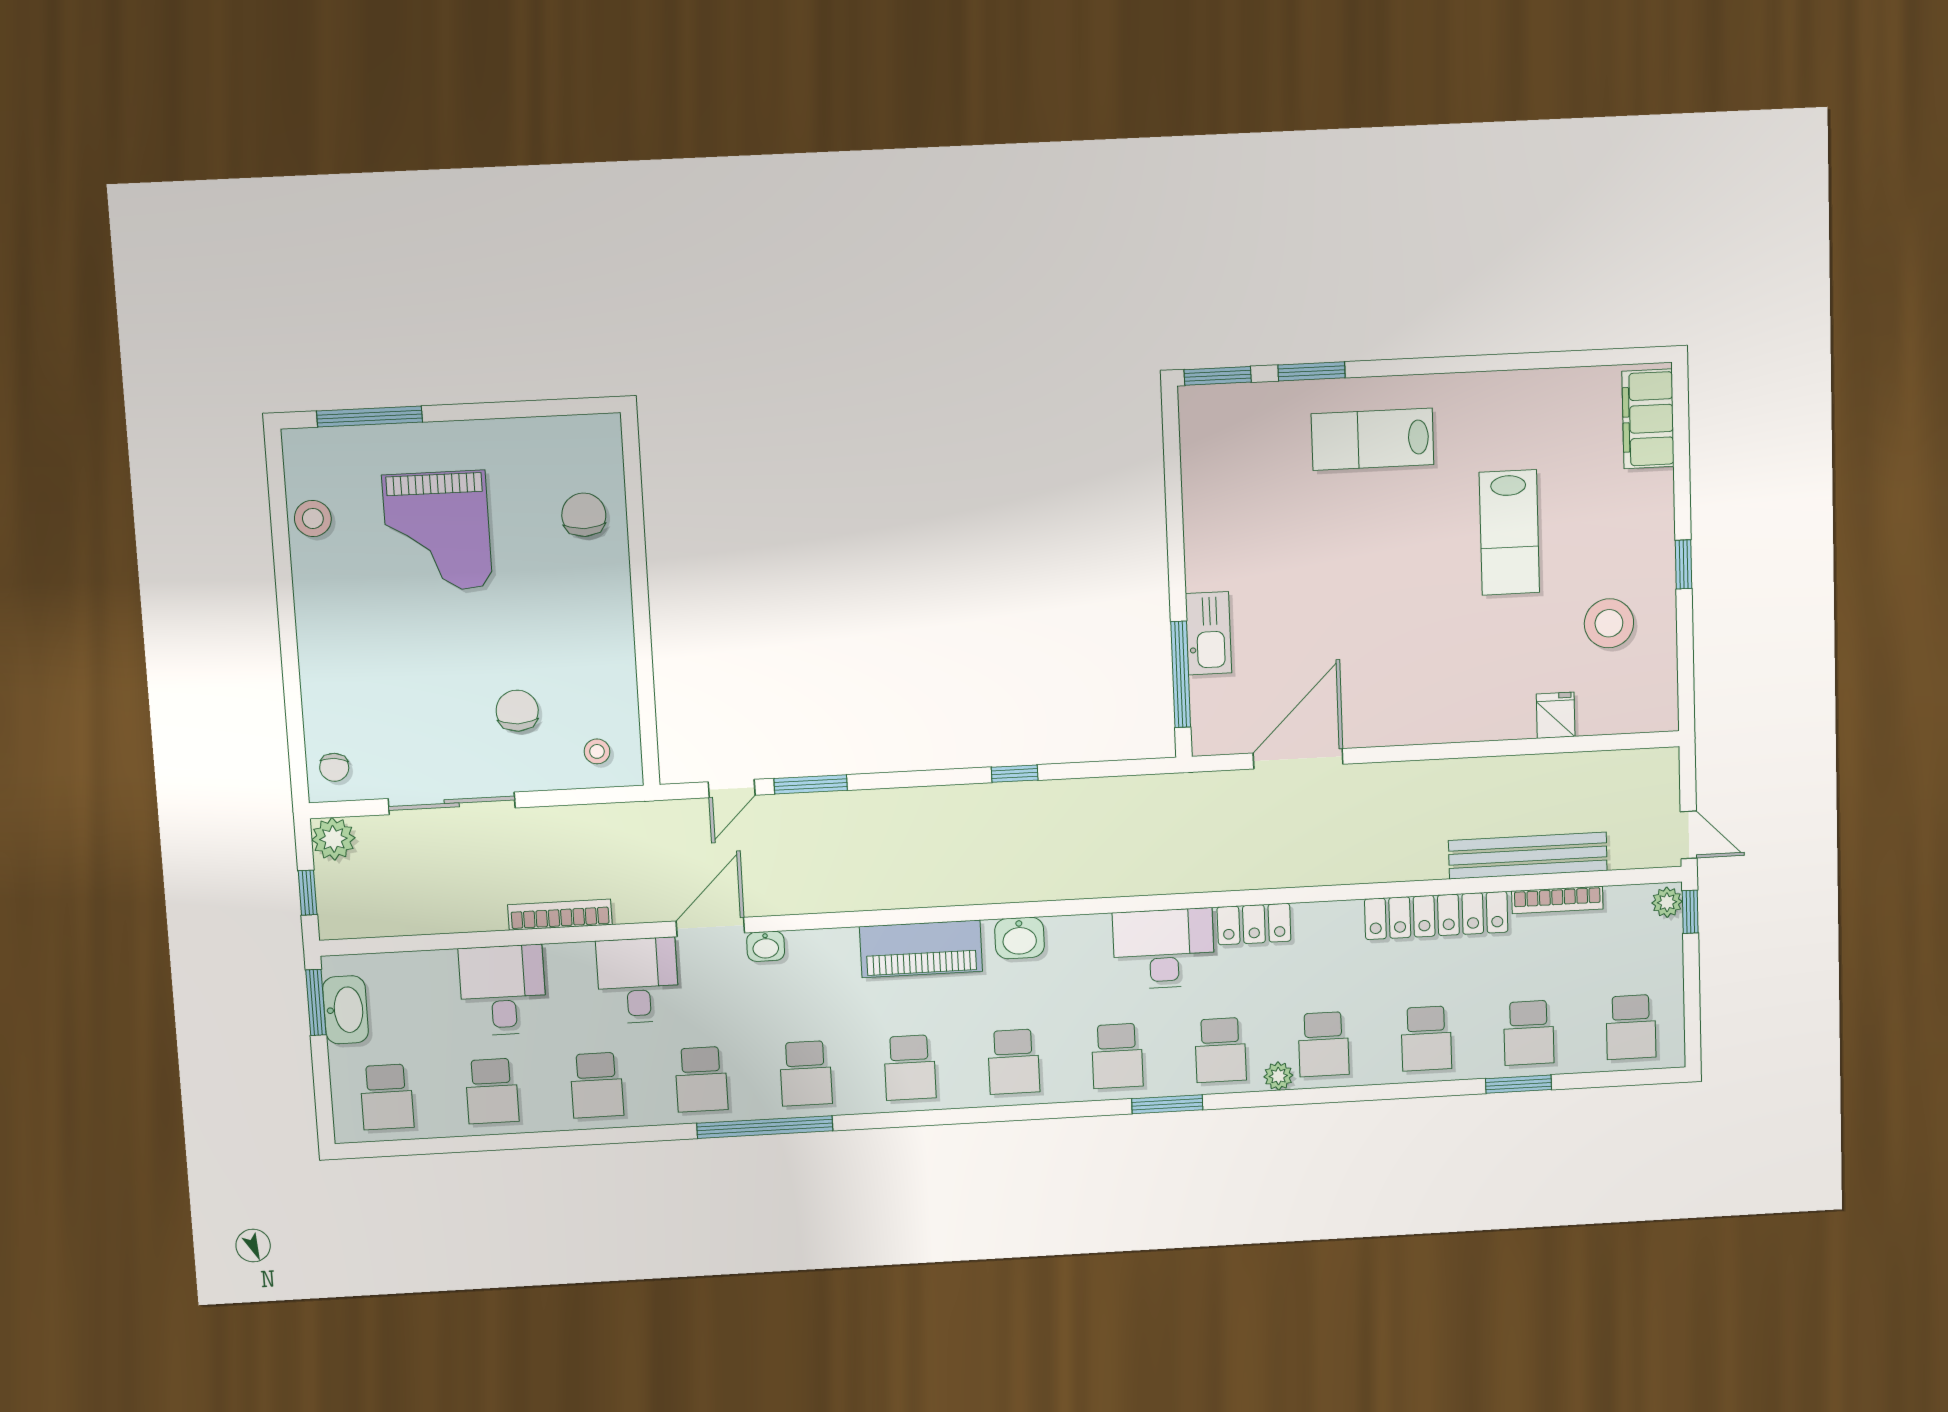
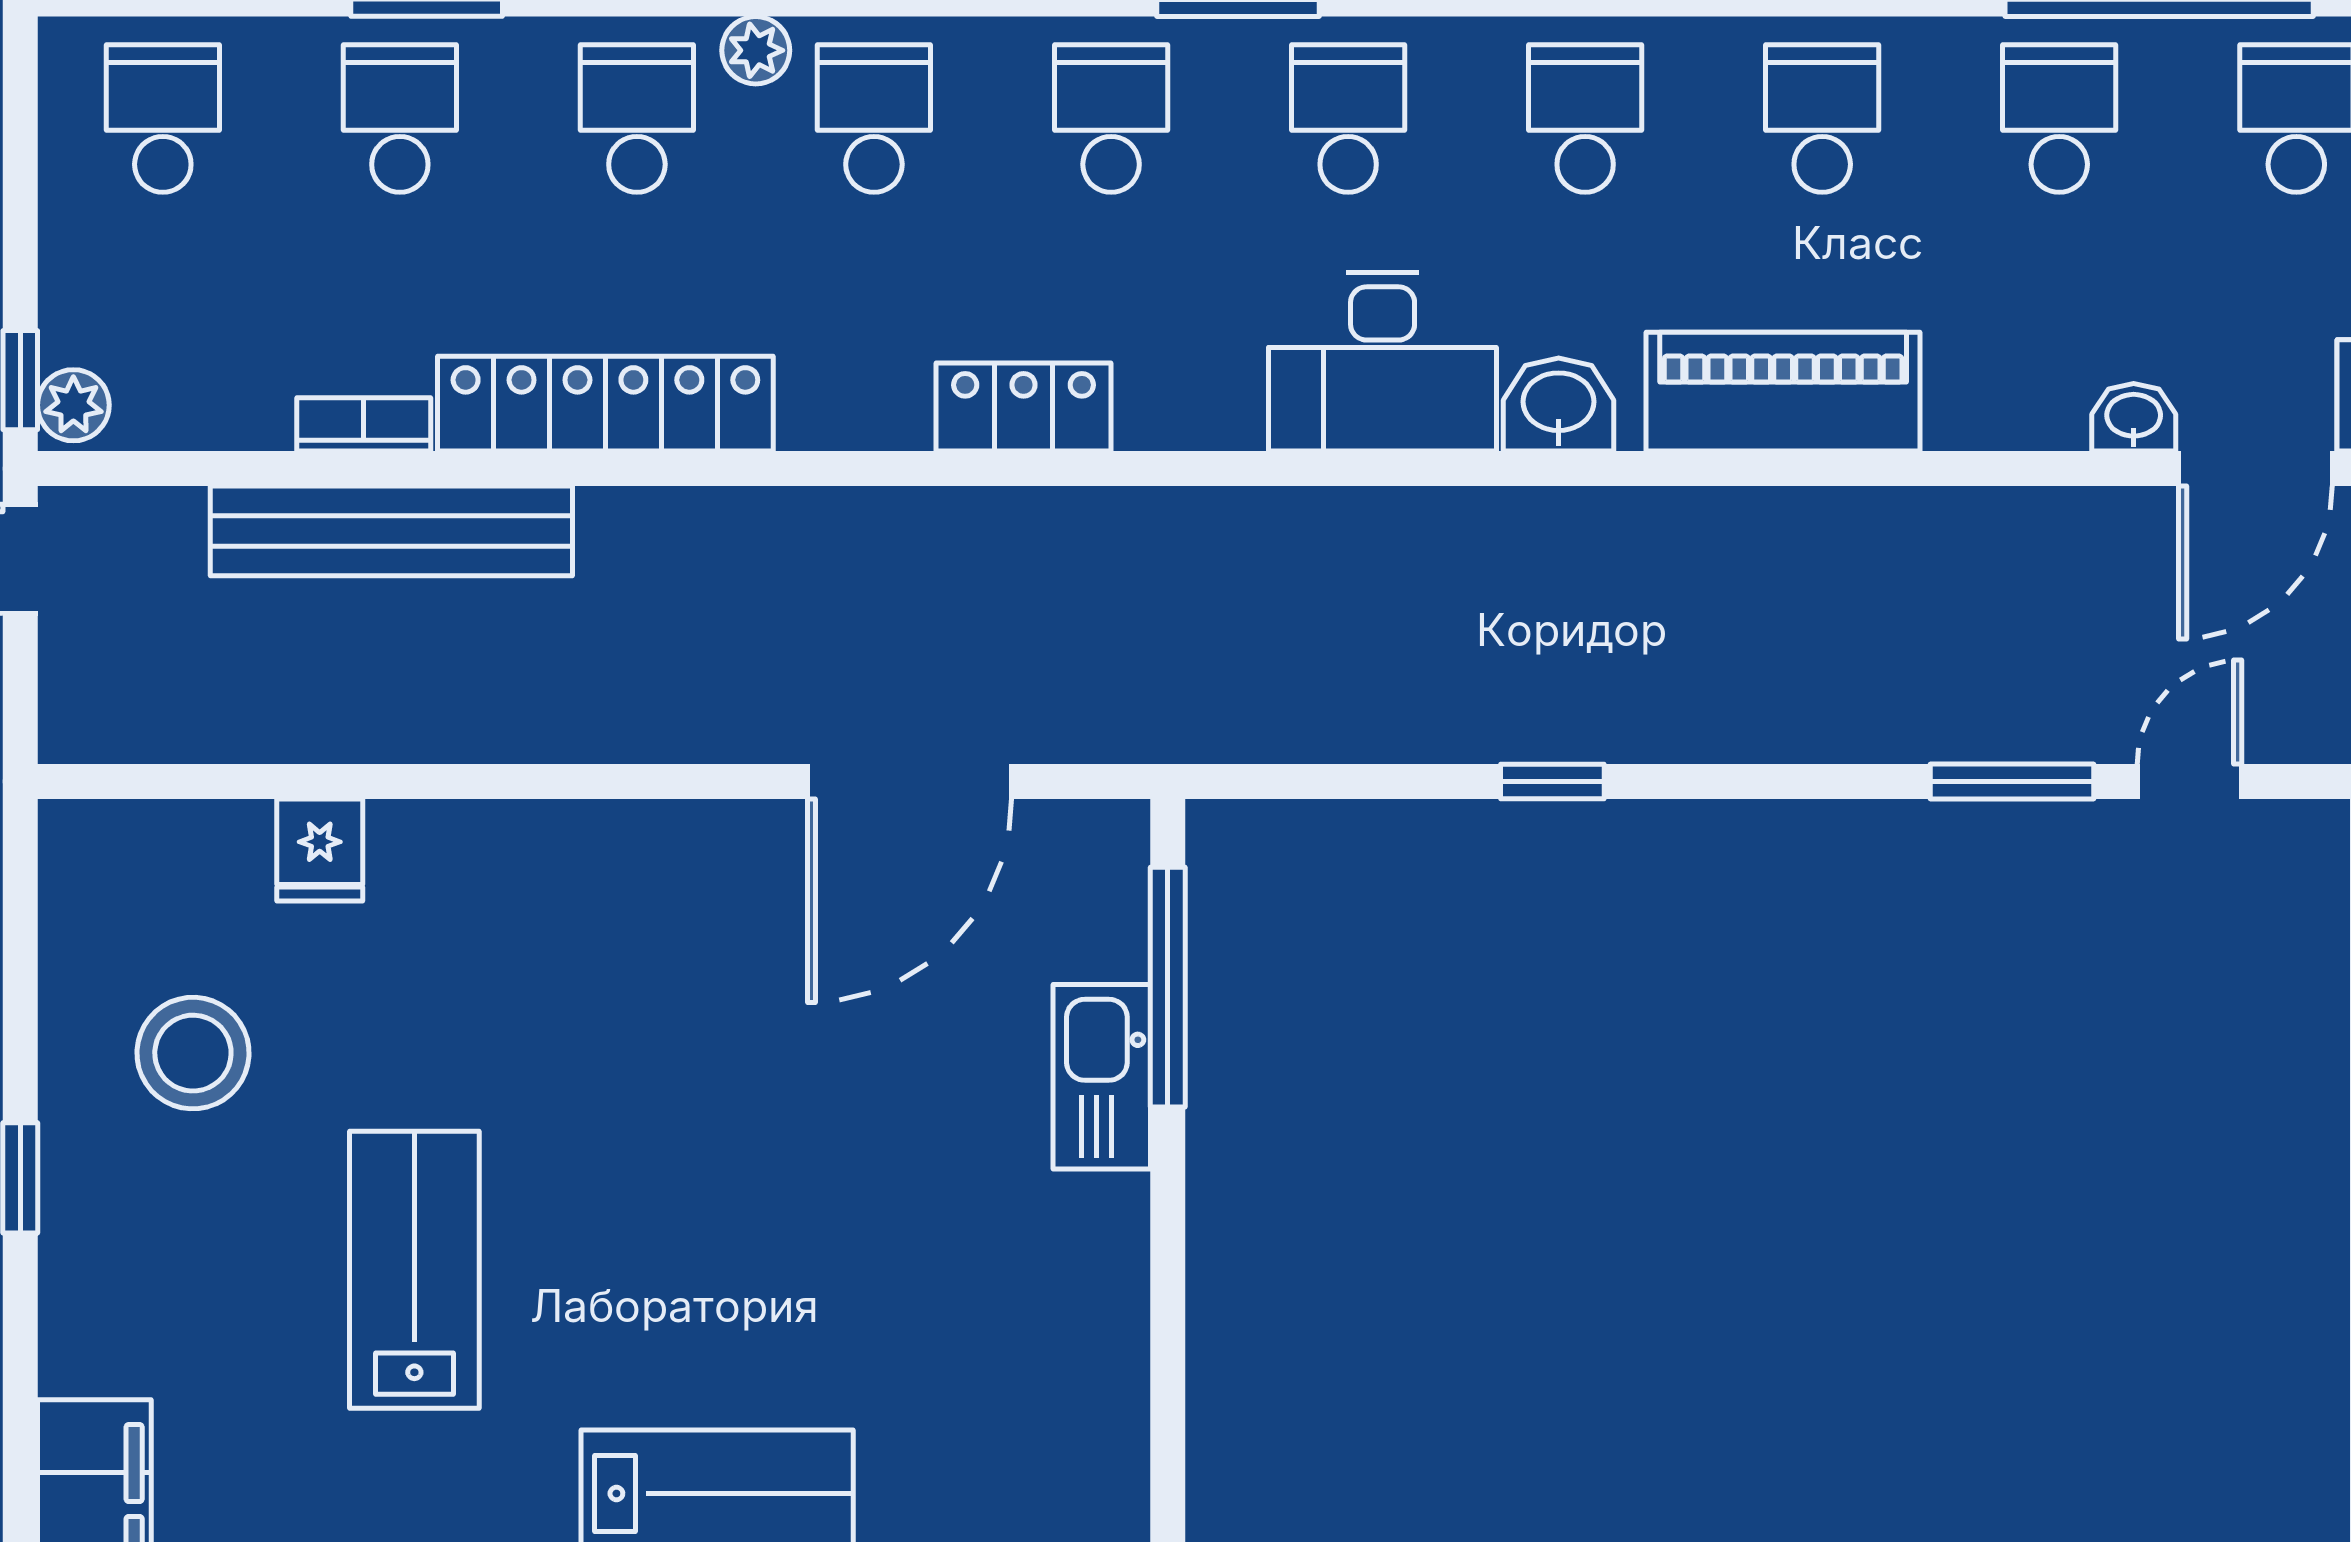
bookcase: (1557, 900) -> (364, 424), width x0.64
desk: (1164, 949) -> (1383, 362), moved
plant: (1278, 1076) -> (756, 50), moved

